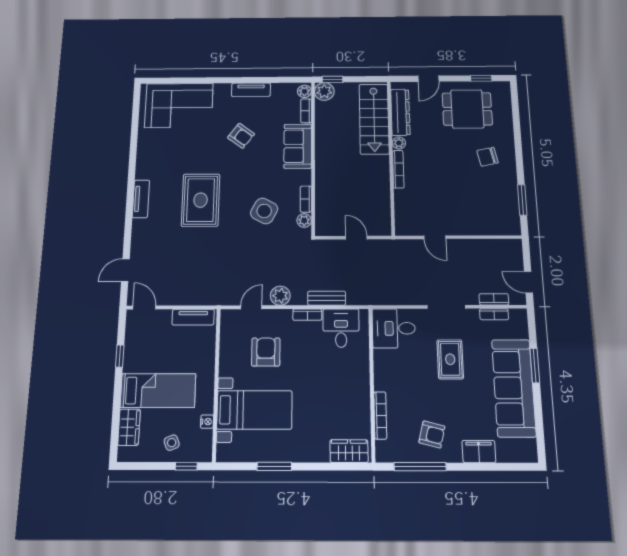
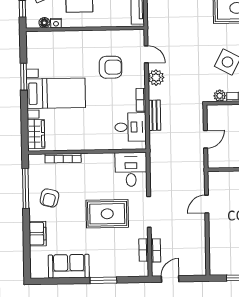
rug: (450, 359) -> (107, 214), width x1.36, depth x1.43
sofa: (514, 388) -> (69, 266), width x0.54, depth x0.79
bed with nightstands: (254, 410) -> (56, 93), moved, turned -90
floor lamp: (206, 437) -> (44, 23), added

